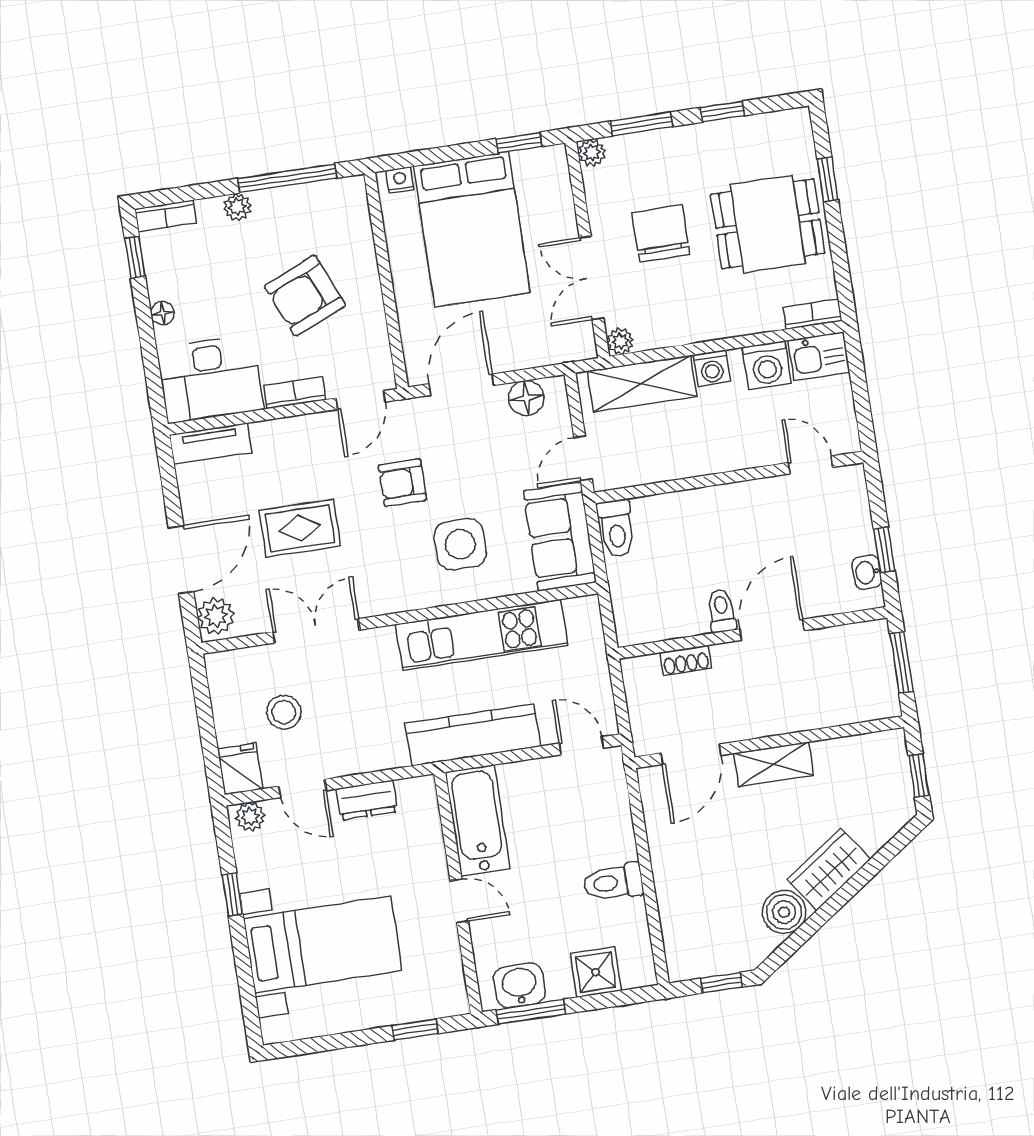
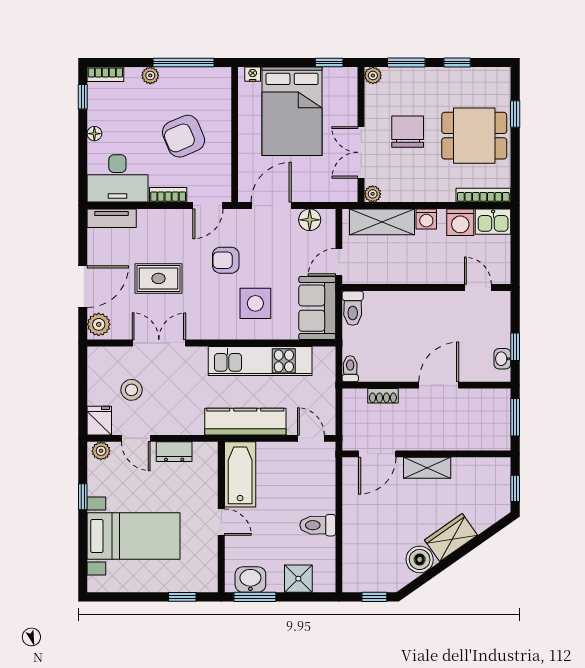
bookcase: (812, 314) -> (483, 195), width x1.56
toilet: (722, 611) -> (350, 369), moved

